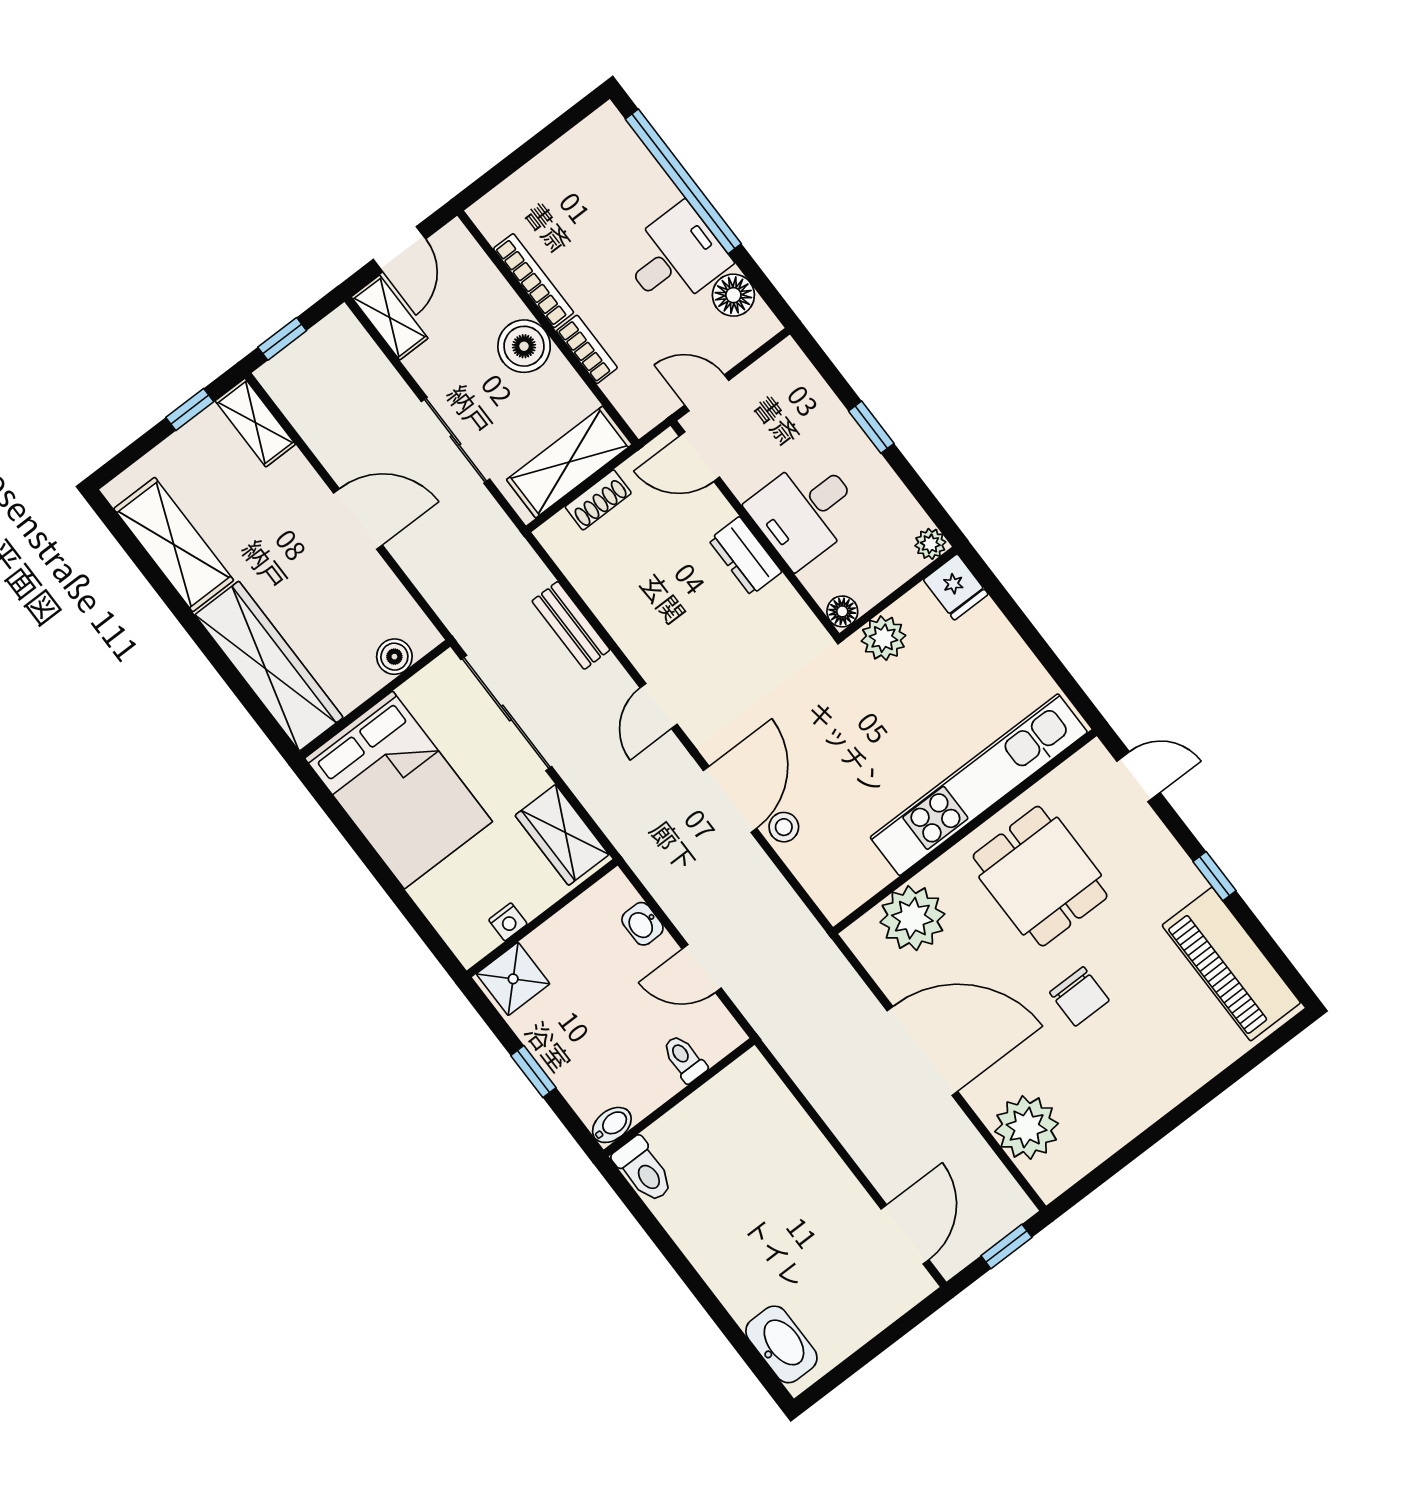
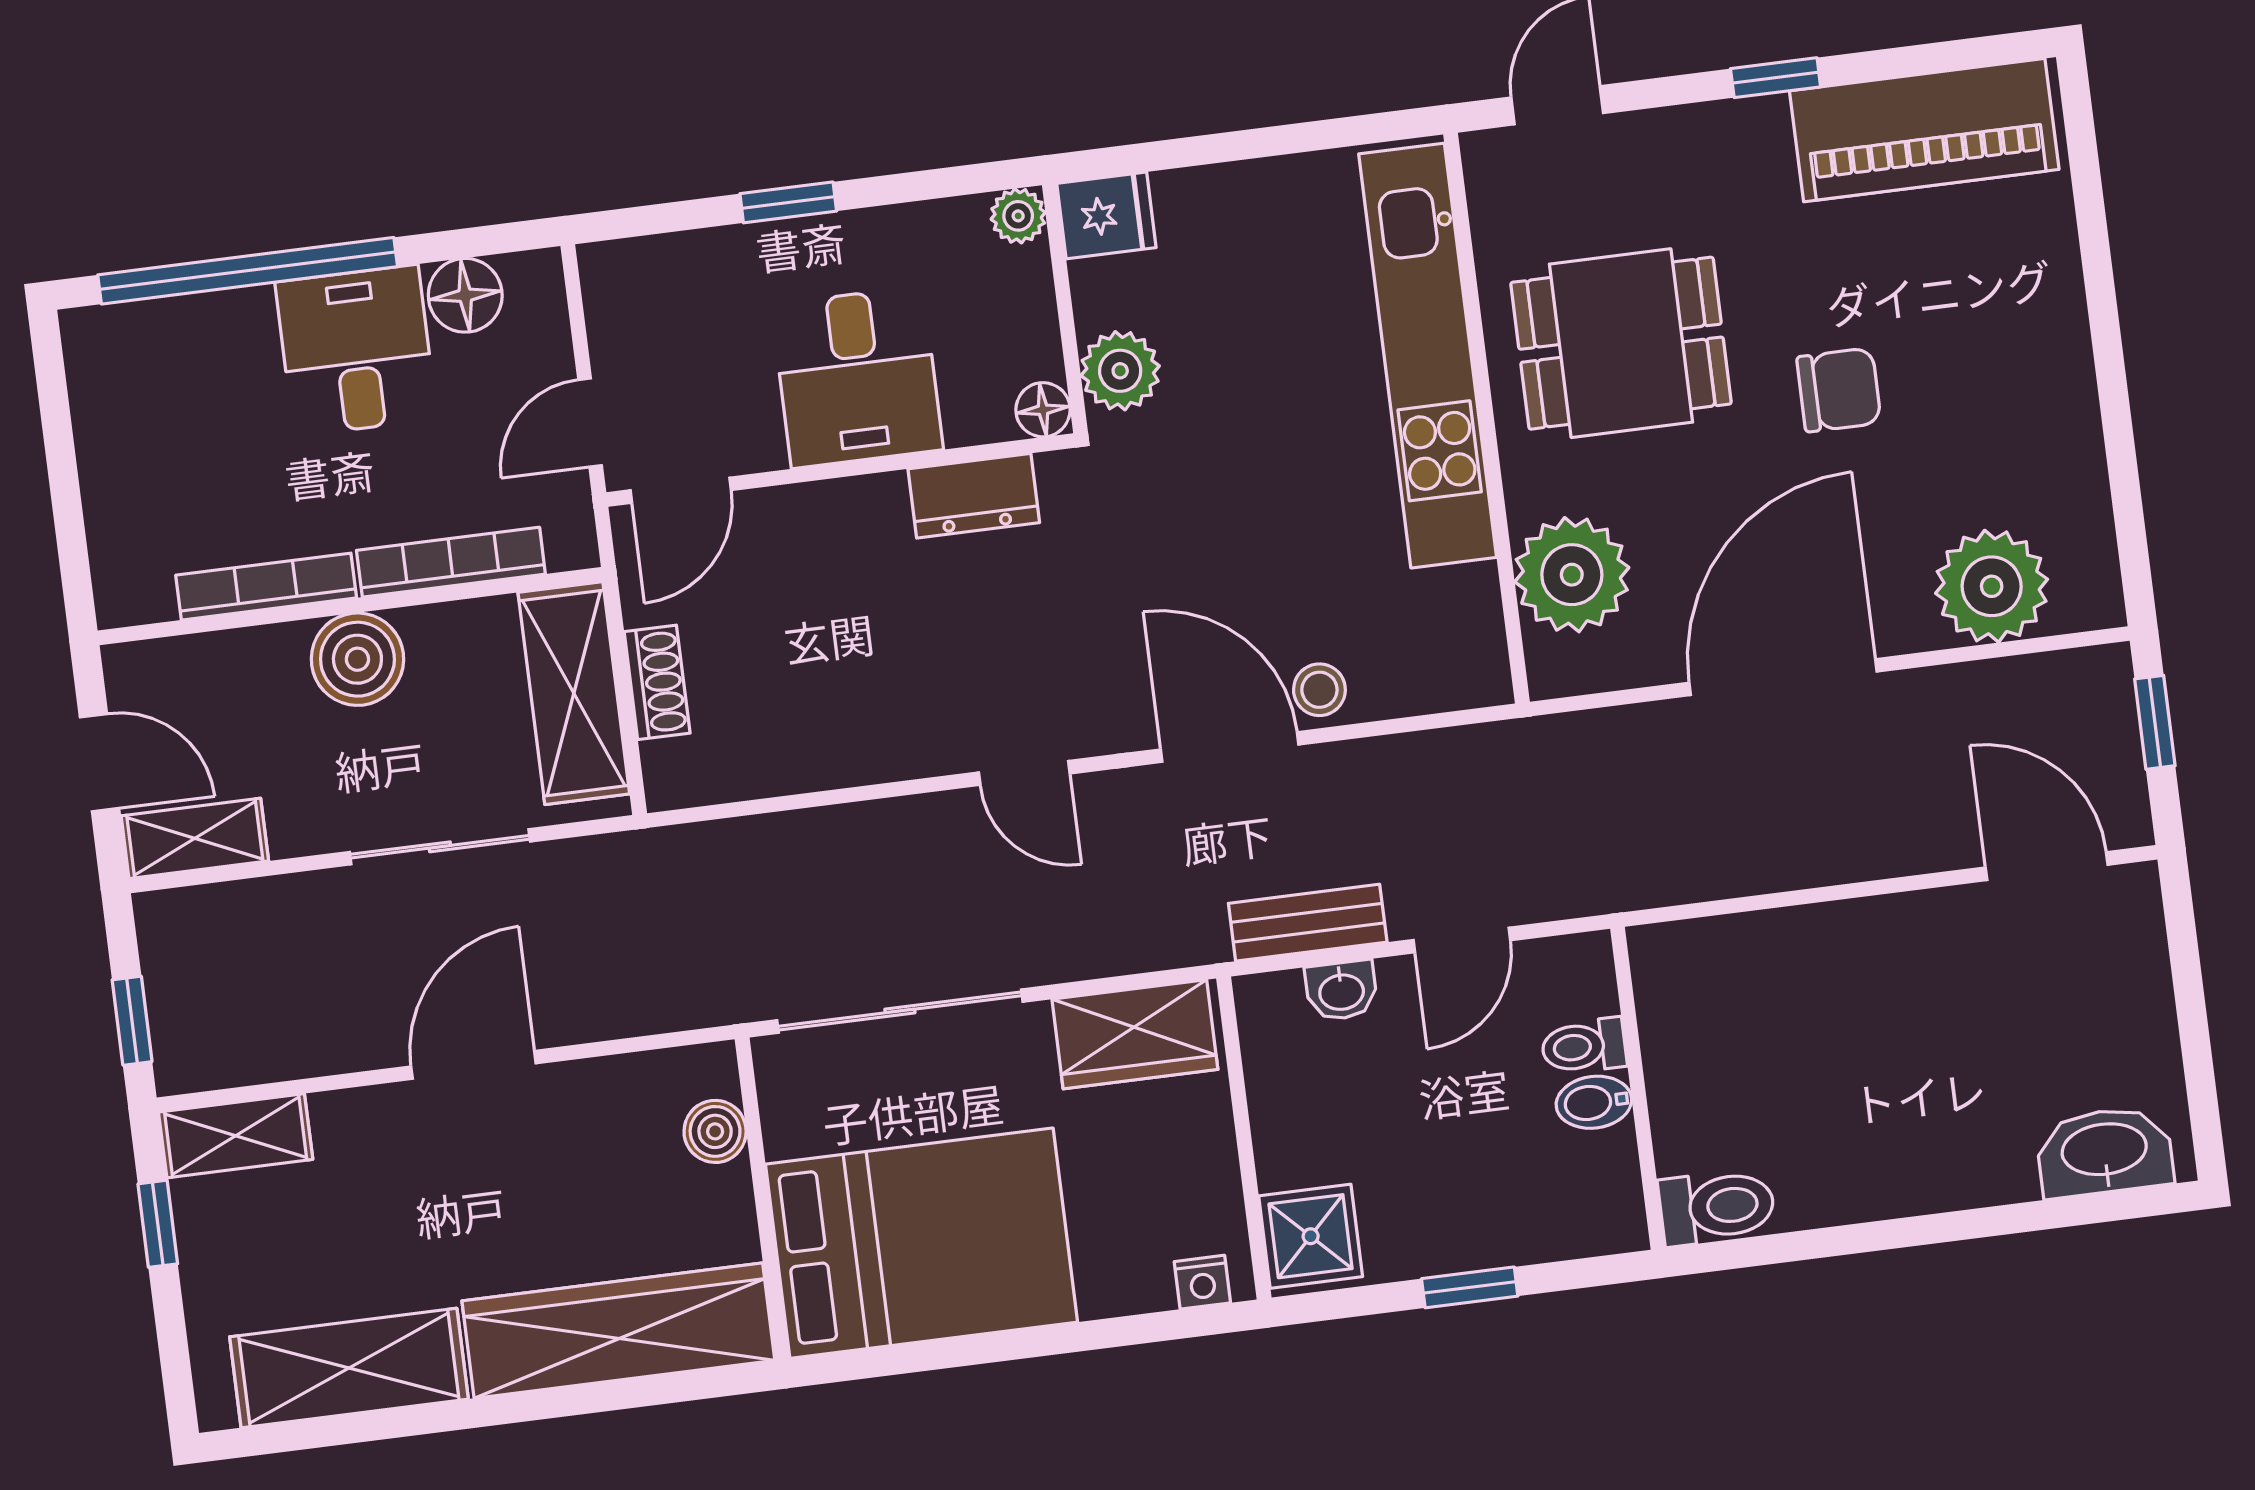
bookcase: (587, 349) -> (451, 562), width x1.56
dresser: (745, 556) -> (974, 496), moved
bench: (571, 625) -> (1308, 923), moved
nightstand: (508, 922) -> (1202, 1282), moved, turned 90
bidet: (612, 1125) -> (1594, 1102), moved, turned -90

